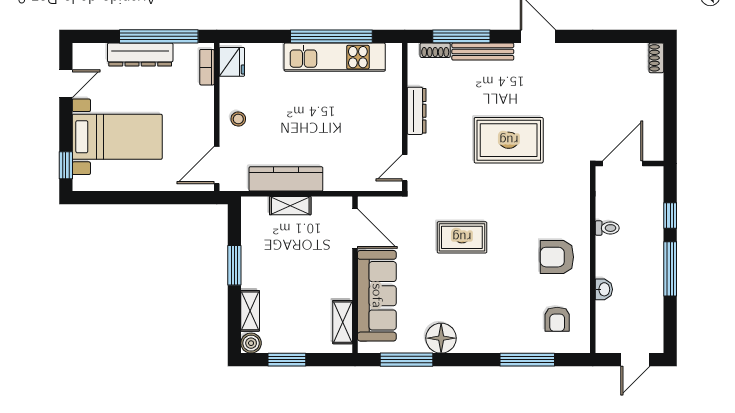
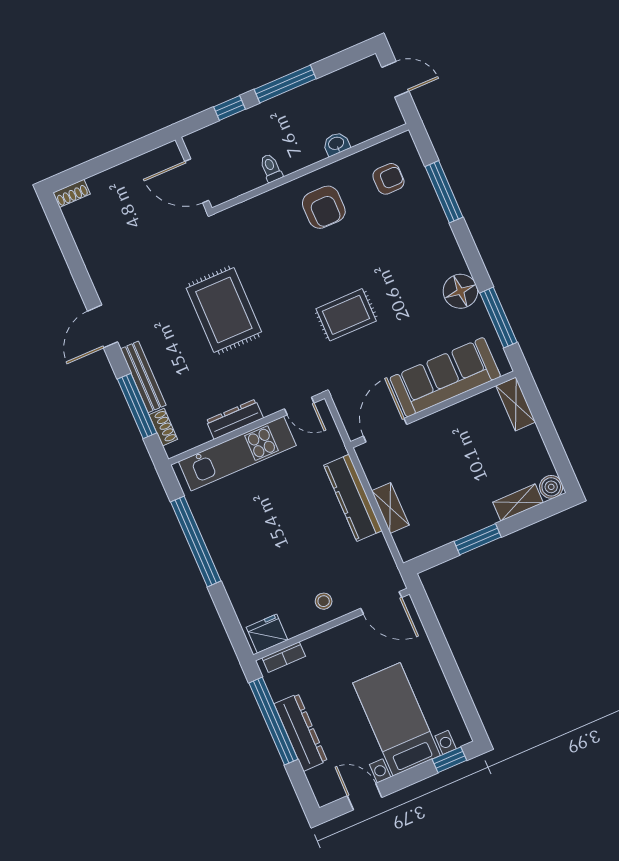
kitchen unit: (335, 57) -> (237, 454), moved, turned 90
kitchen counter: (286, 179) -> (353, 498), moved
rug: (462, 237) -> (346, 315), turned 90
shelving: (343, 322) -> (516, 404), moved, turned 90
window: (287, 360) -> (552, 442), removed

